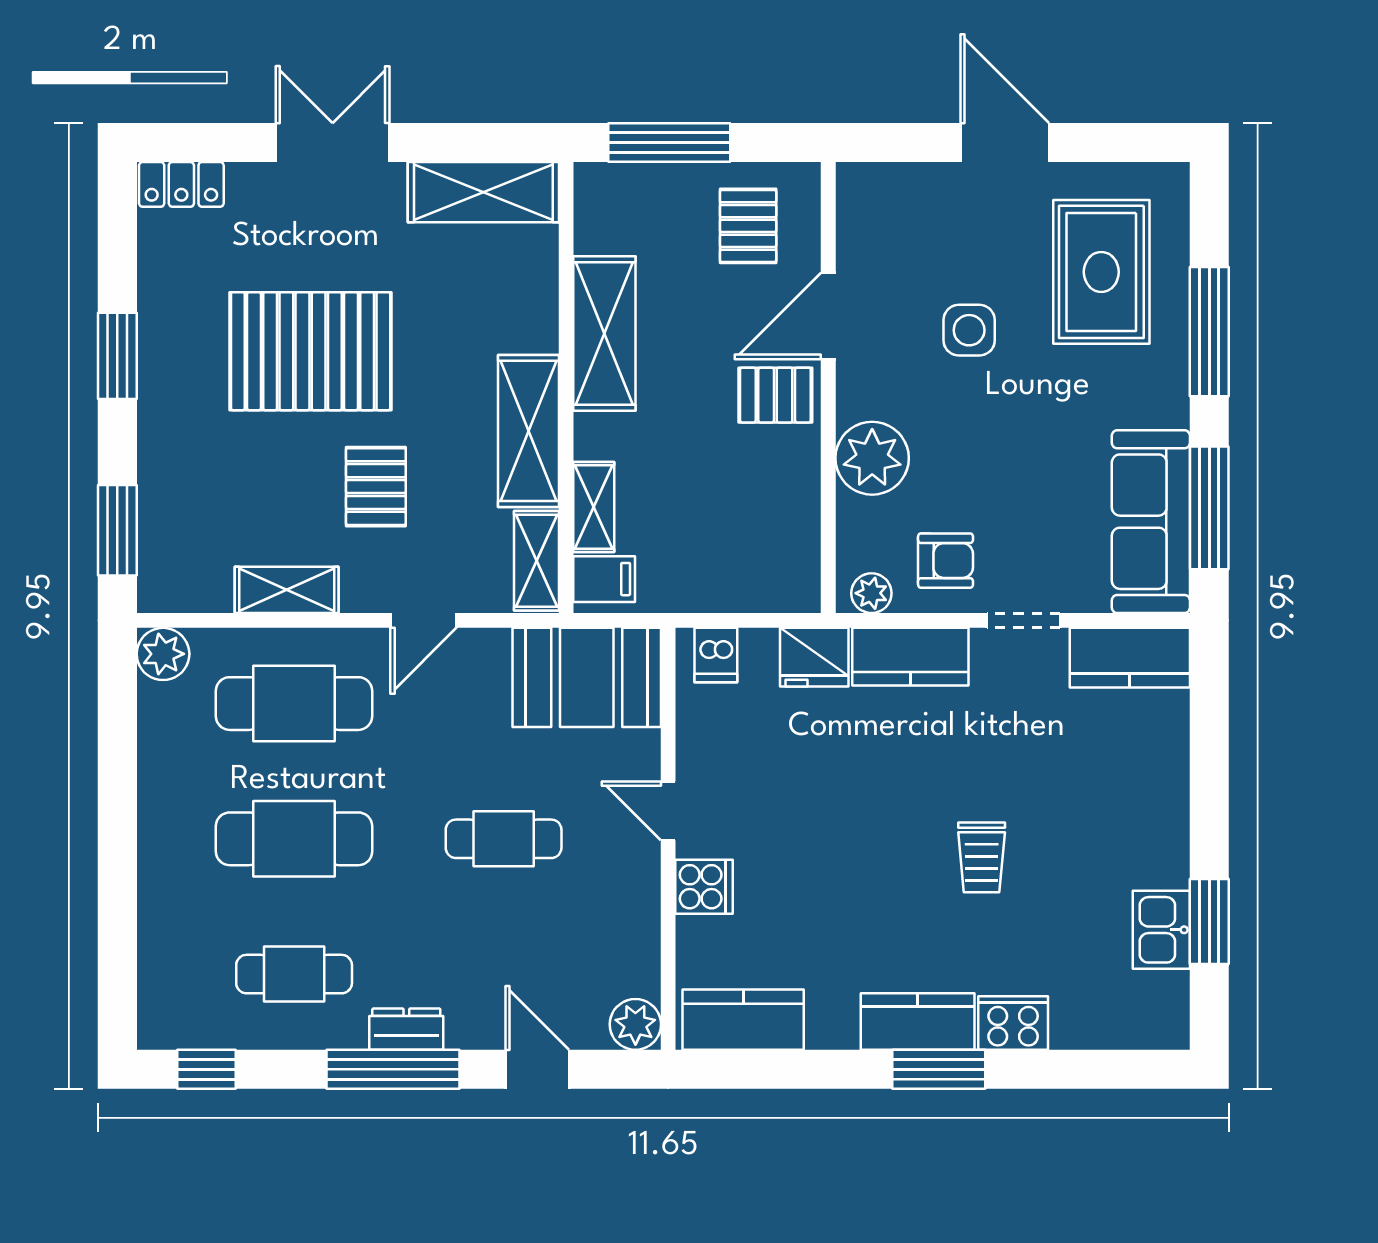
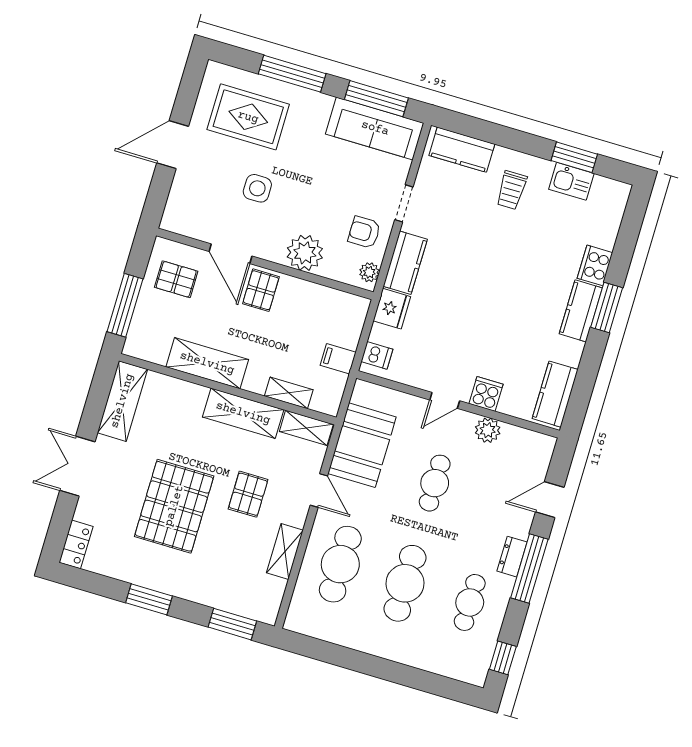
pallet: (376, 487) -> (248, 494), turned 90
armchair: (946, 561) -> (364, 232), turned -90
filing cabinet: (604, 579) -> (338, 359), moved, turned -90
plant: (163, 654) -> (298, 620), removed
kitchen counter: (1130, 658) -> (462, 150), moved, turned 90
booth: (587, 677) -> (362, 445), moved
trolley: (982, 857) -> (511, 190), moved, turned 90
plant: (635, 1024) -> (488, 430), moved

